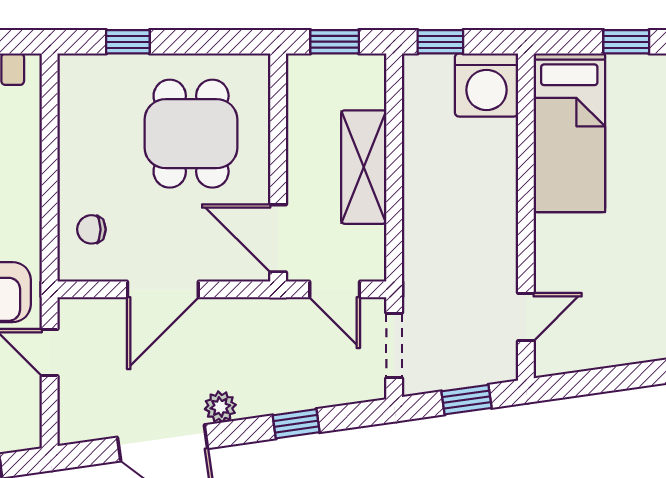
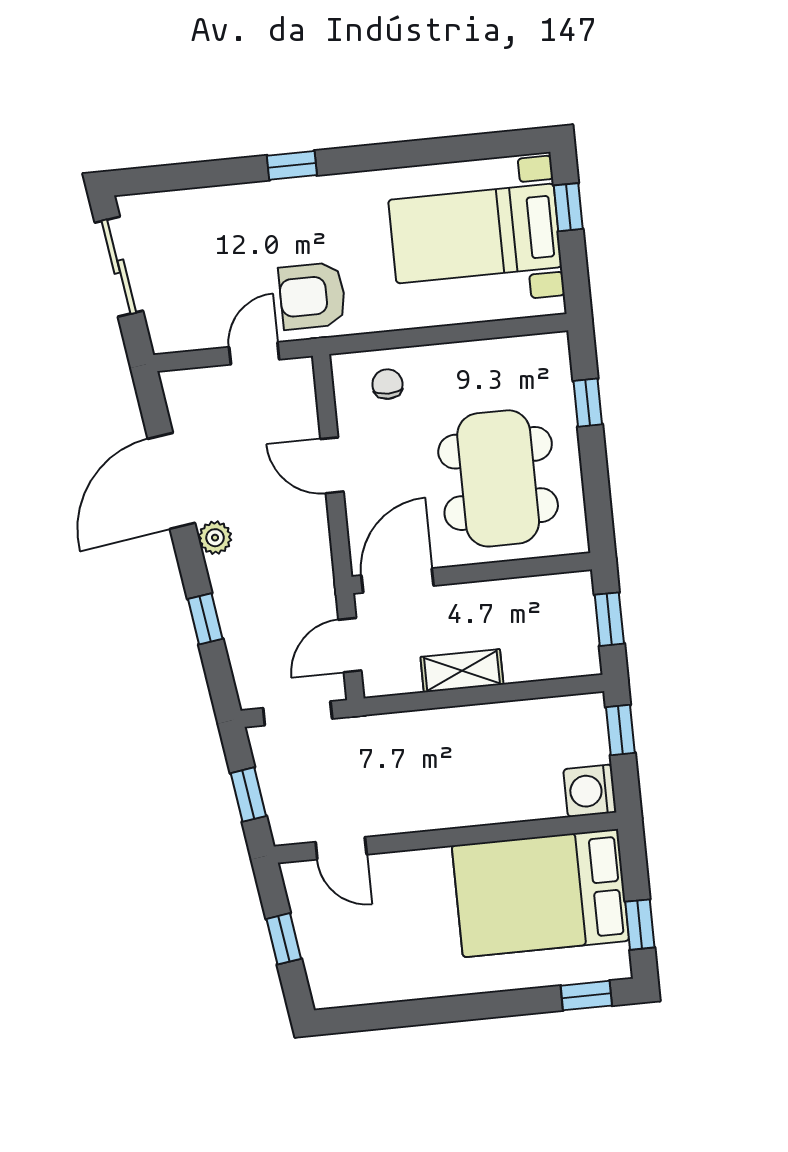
washing machine: (486, 85) -> (590, 791), width x0.73, depth x0.73
bed: (569, 133) -> (540, 893), width x1.50
dining table: (191, 134) -> (498, 478), width x1.38
shelving: (364, 167) -> (462, 671), width x0.67, depth x0.75
door: (163, 289) -> (332, 465), width x0.73
window: (606, 380) -> (284, 939), added

